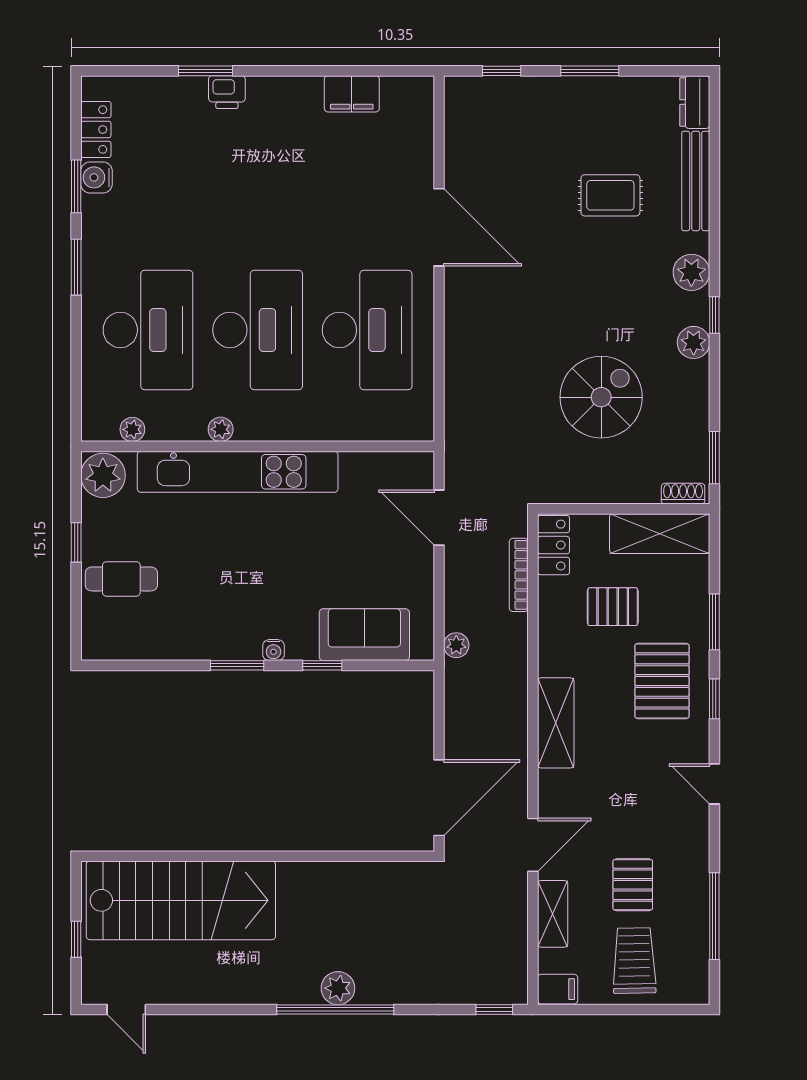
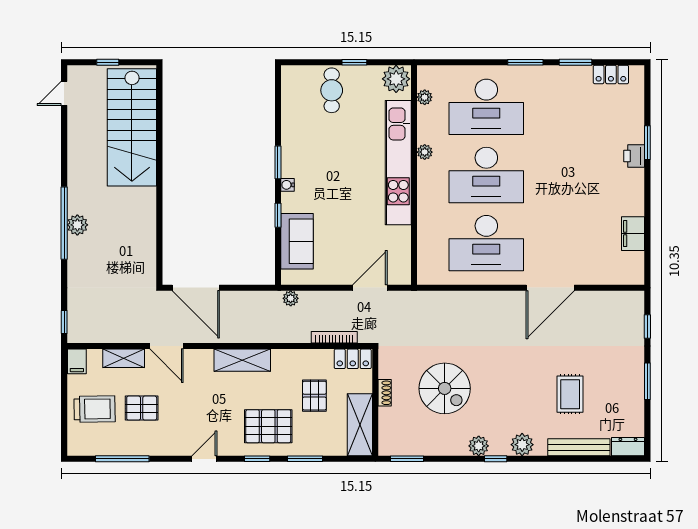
water cooler: (96, 177) -> (581, 75), removed
shoe rack: (683, 494) -> (385, 393), moved

